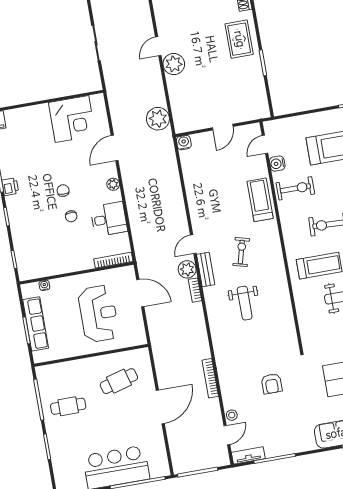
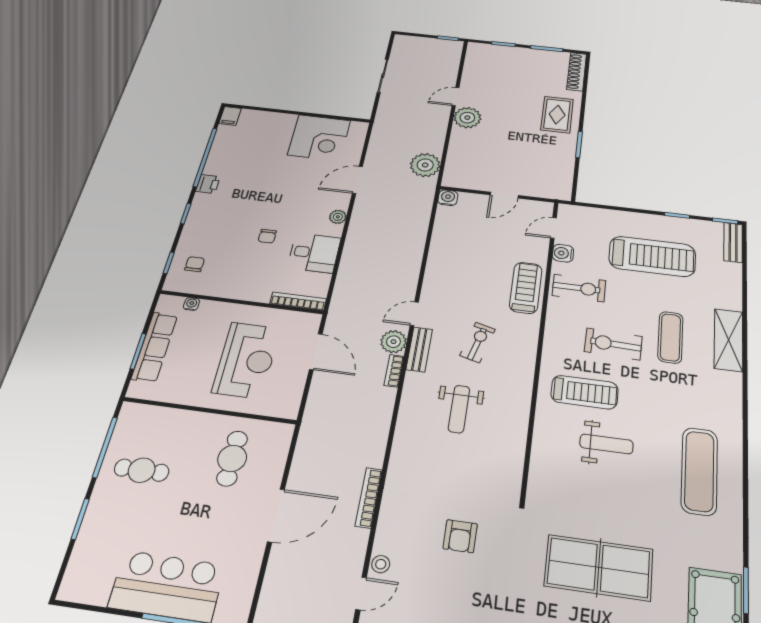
chair: (63, 191) -> (195, 264), moved
cafe table: (119, 381) -> (232, 458), turned -75

